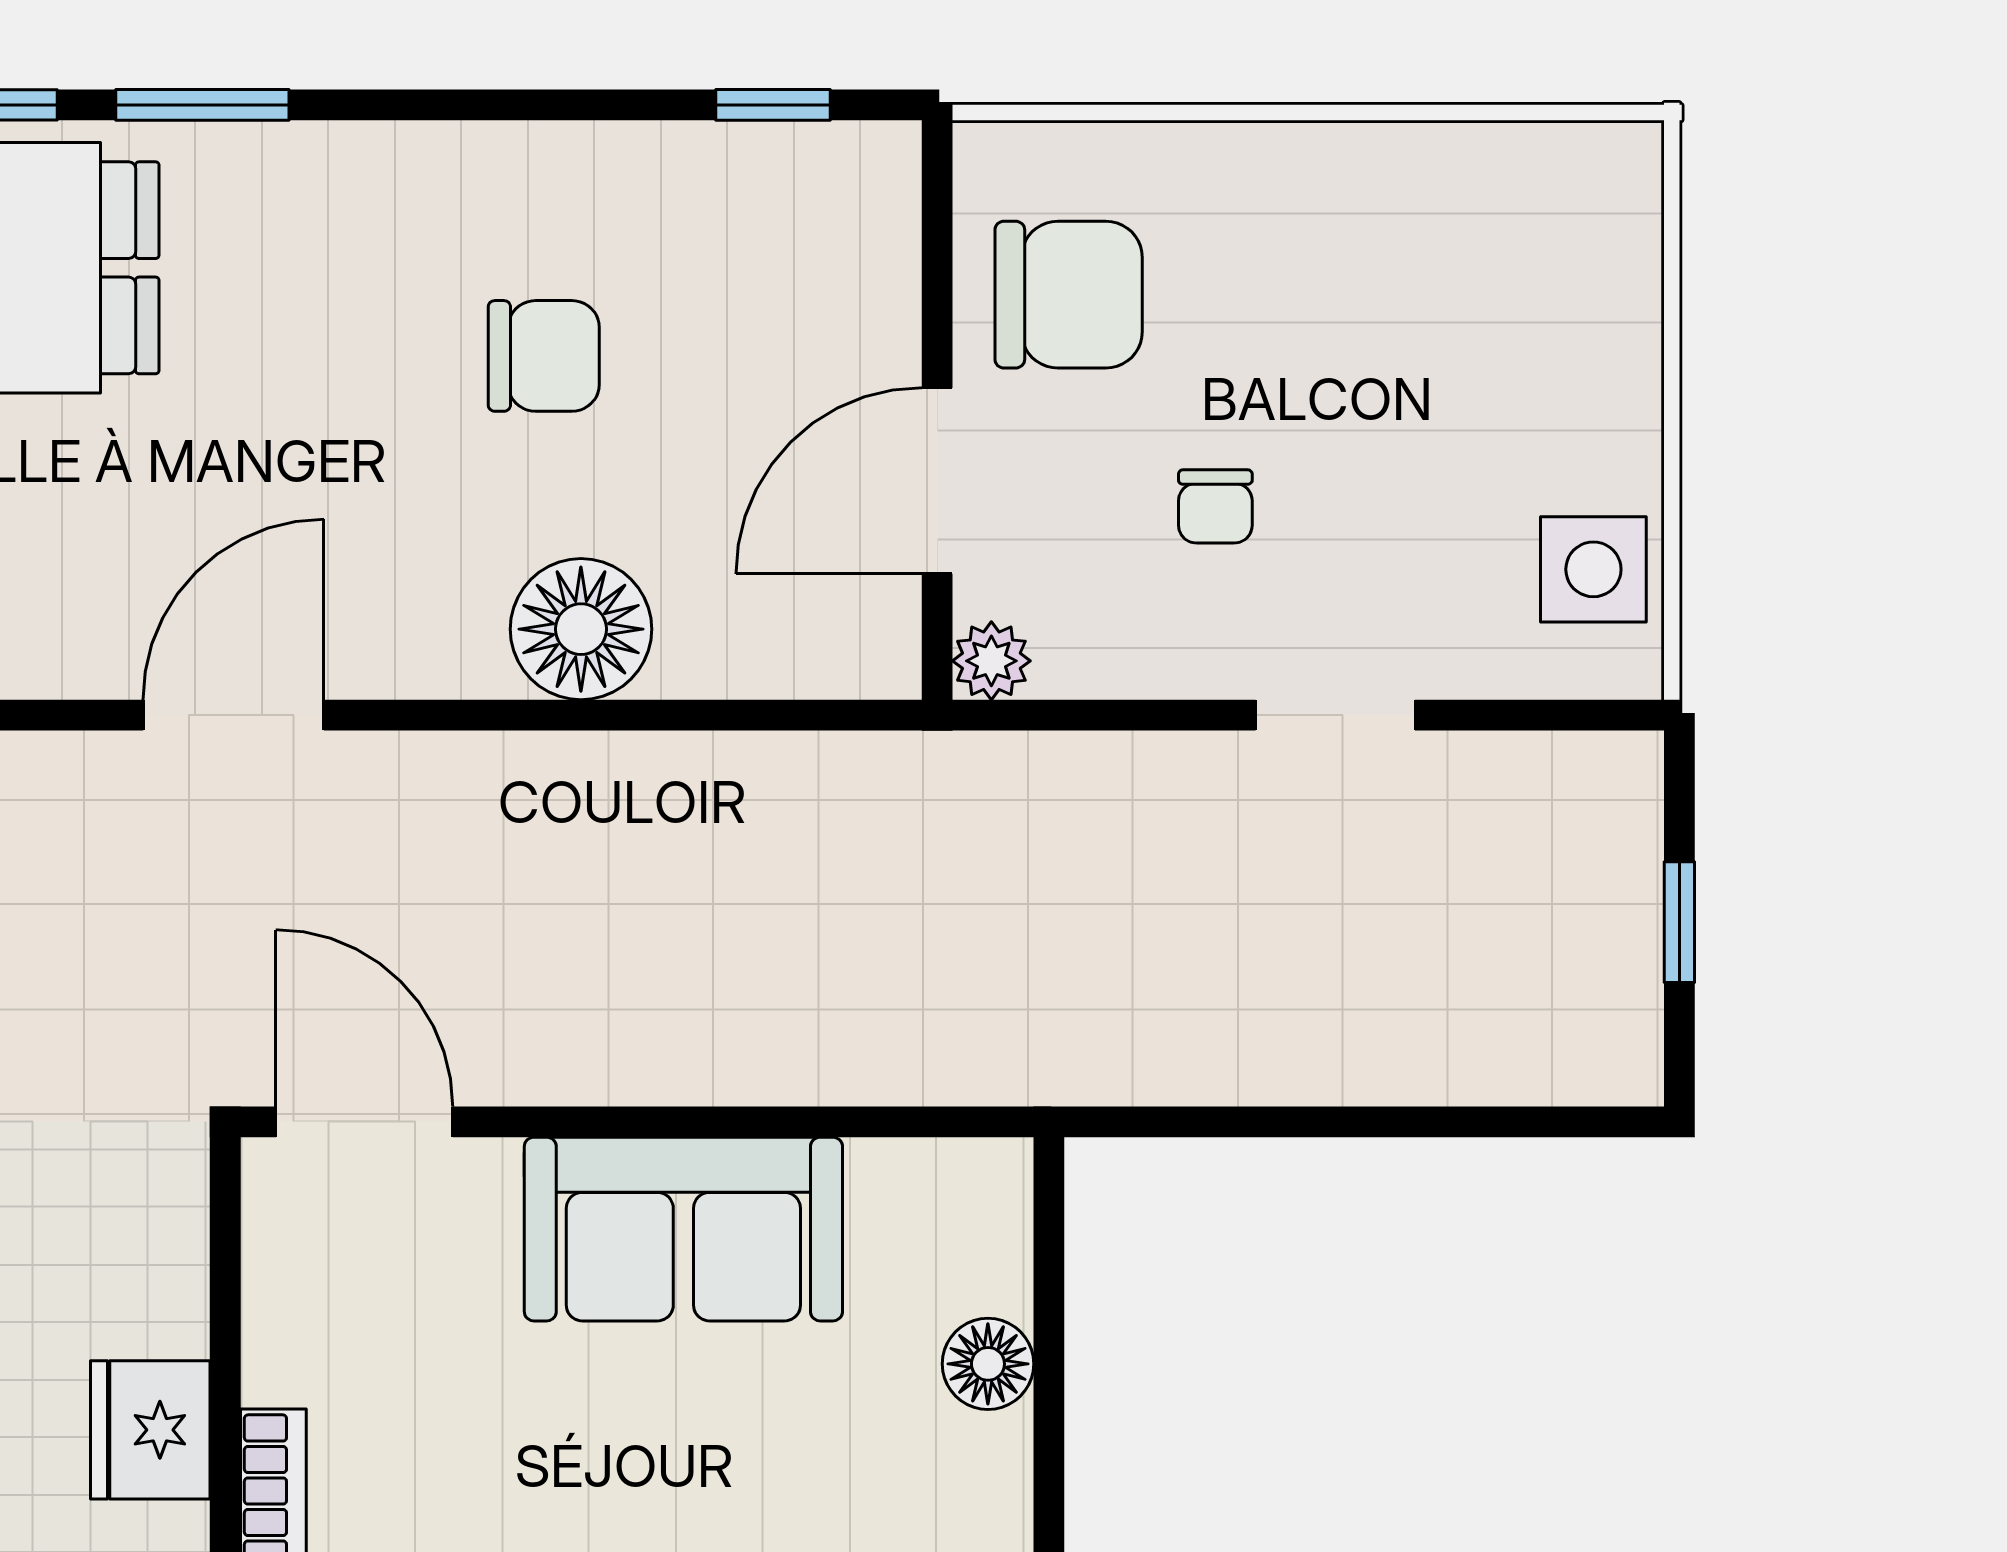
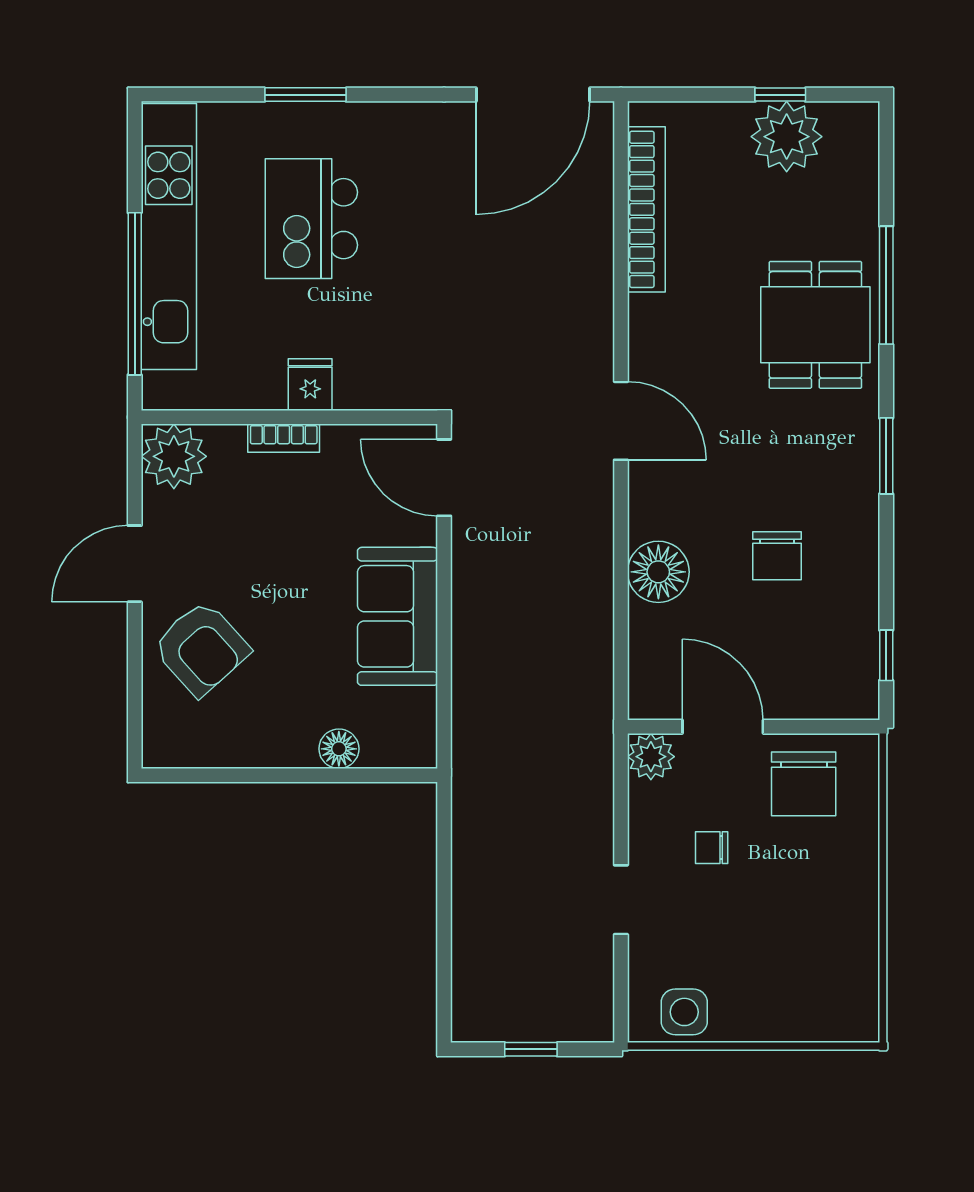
window: (202, 105) -> (886, 456), moved
plant: (991, 661) -> (651, 757), width x1.38, depth x1.38
door: (364, 1122) -> (444, 478), swing flipped
fridge: (150, 1430) -> (310, 385), width x0.72

